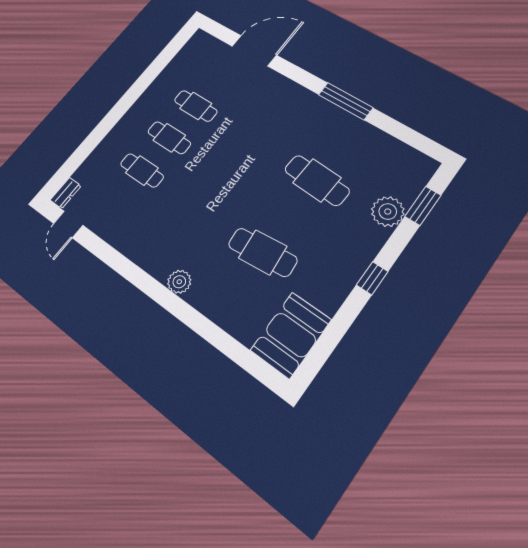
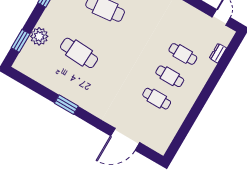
window: (346, 101) -> (66, 105), width x0.69
dresser: (66, 193) -> (218, 53), moved

